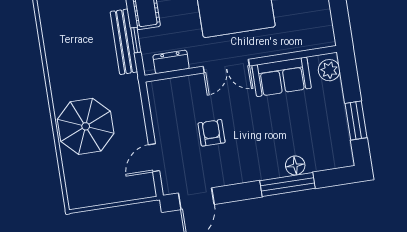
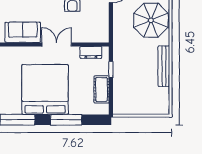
bench: (124, 42) -> (164, 66), moved

